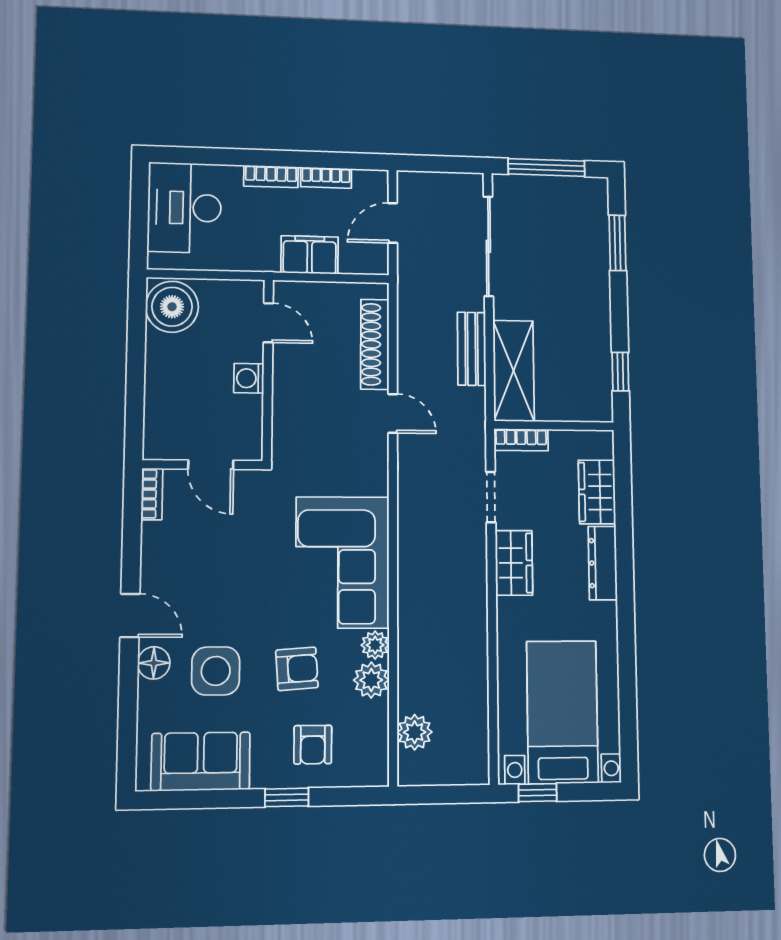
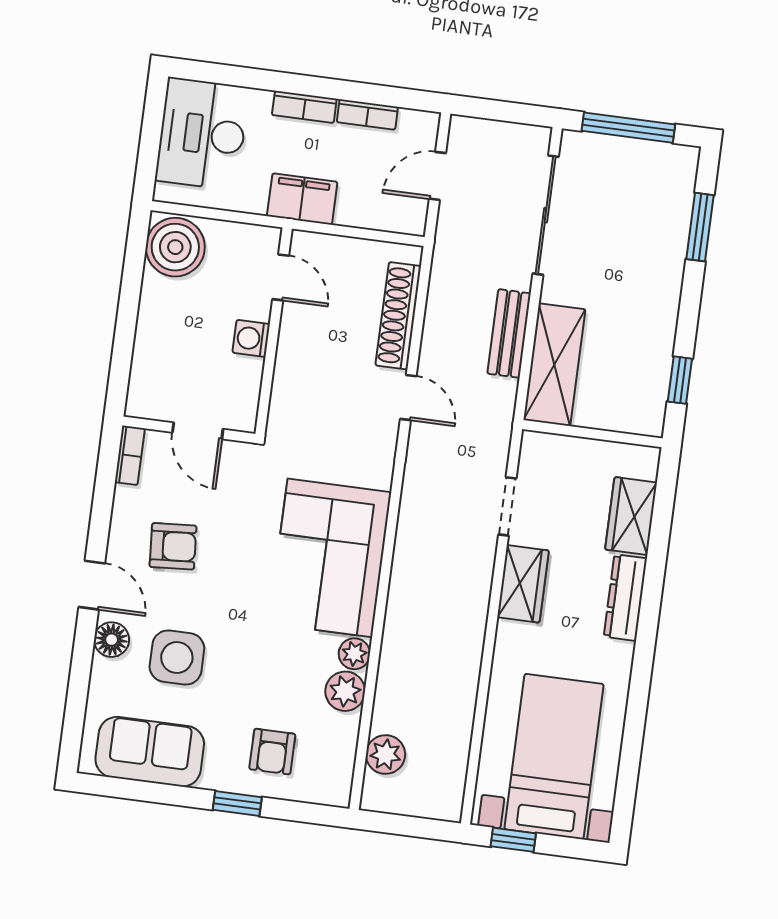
filing cabinet: (310, 255) -> (302, 199), moved
bookcase: (521, 440) -> (552, 445), removed
armchair: (297, 669) -> (173, 546), moved

